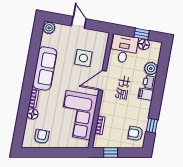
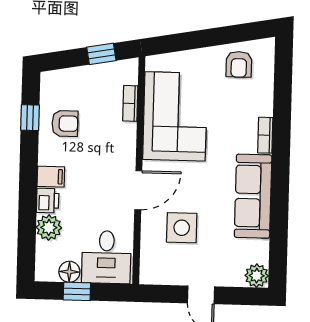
floor lamp: (33, 114) -> (263, 105), removed
armchair: (135, 133) -> (65, 123), moved

